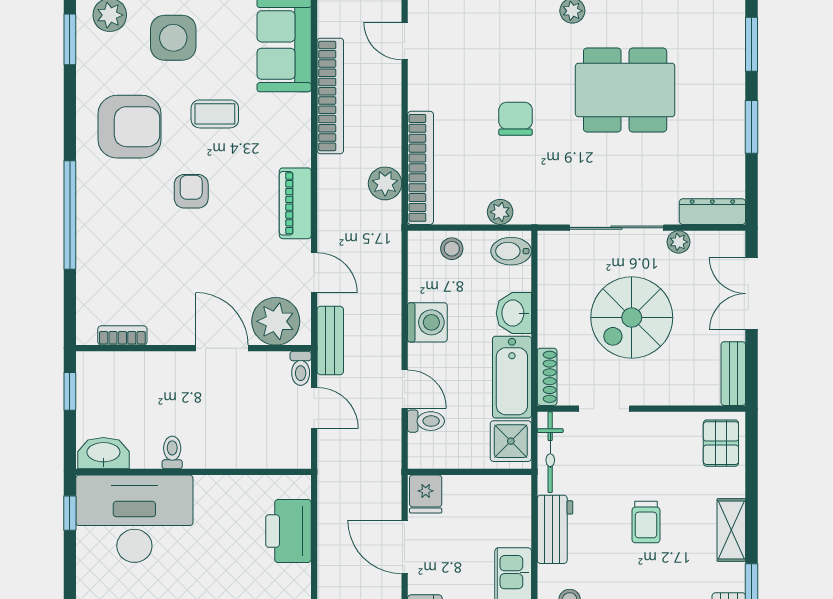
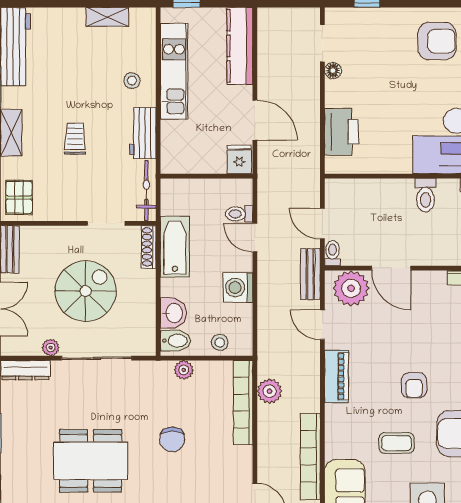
washbasin: (514, 313) -> (173, 313), moved
shower: (511, 441) -> (176, 199), removed
toilet: (172, 452) -> (426, 195), width x1.37, depth x1.39

